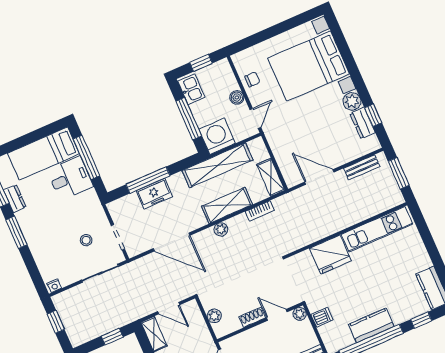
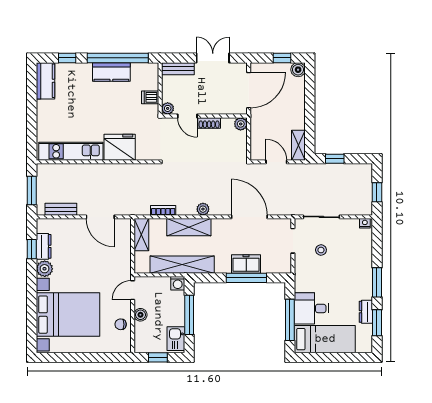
washing machine: (217, 136) -> (178, 283), width x0.53, depth x0.53
plant: (214, 316) -> (241, 124), moved

